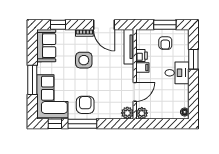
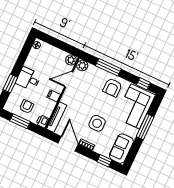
printer: (141, 56) -> (42, 121), moved
window: (82, 124) -> (108, 67), moved

